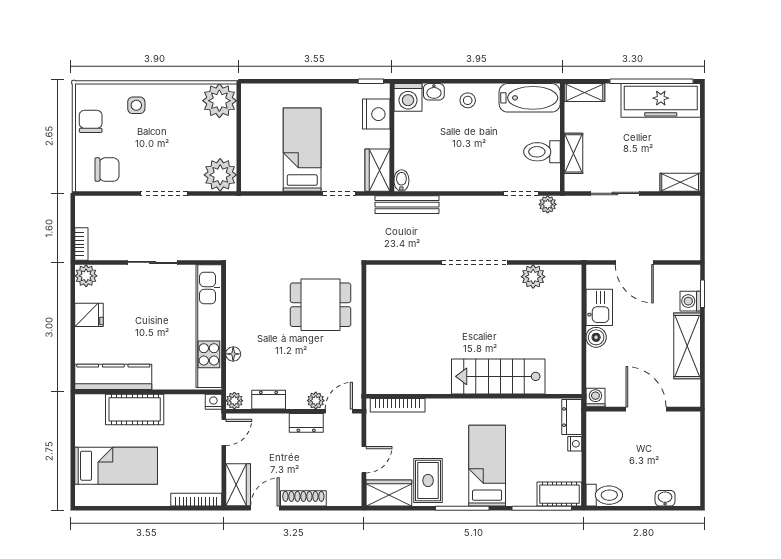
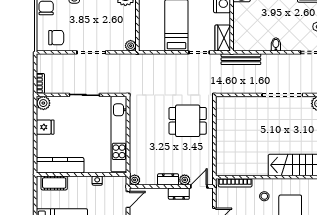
plant: (220, 175) -> (131, 46), width x0.53, depth x0.53
bidet: (401, 180) -> (276, 44), moved
floor lamp: (233, 354) -> (134, 151), removed
dresser: (269, 400) -> (168, 179), moved
nightstand: (213, 402) -> (97, 181), moved
cot: (135, 409) -> (54, 183), moved, width x0.73, depth x0.75
stool: (445, 427) -> (264, 196), added

